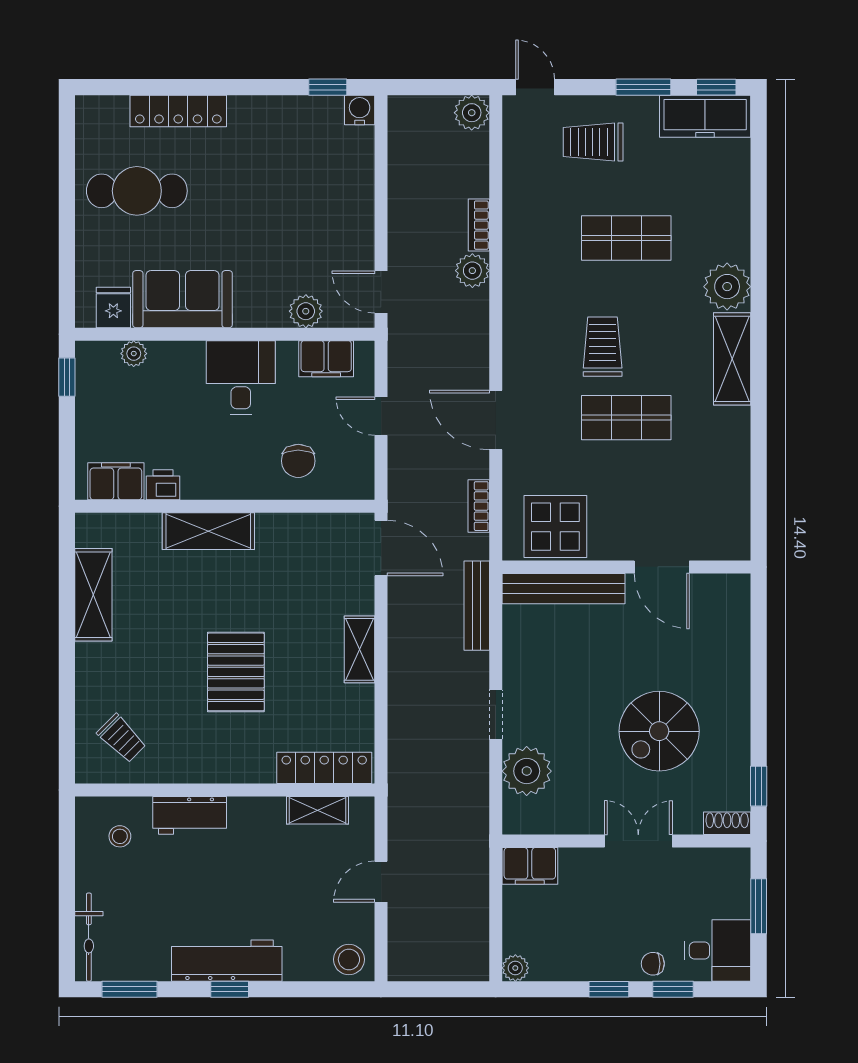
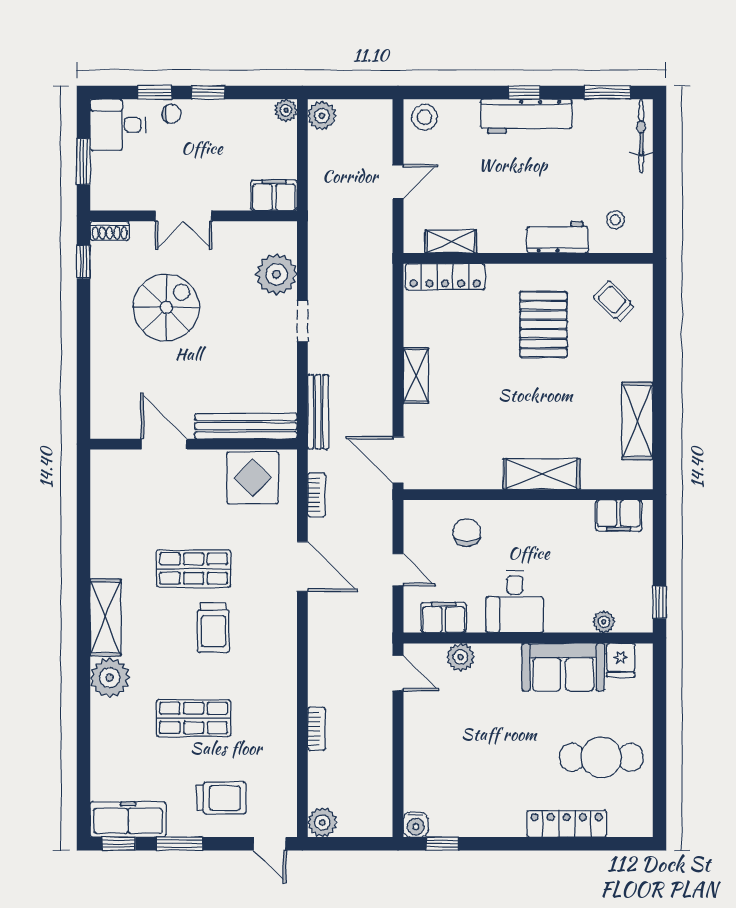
plant: (472, 271) -> (322, 116), moved
printer: (163, 485) -> (579, 513), removed
pallet: (236, 672) -> (543, 324), moved

